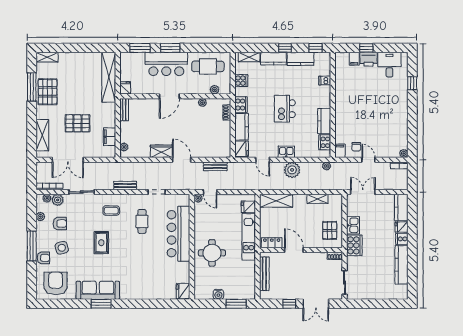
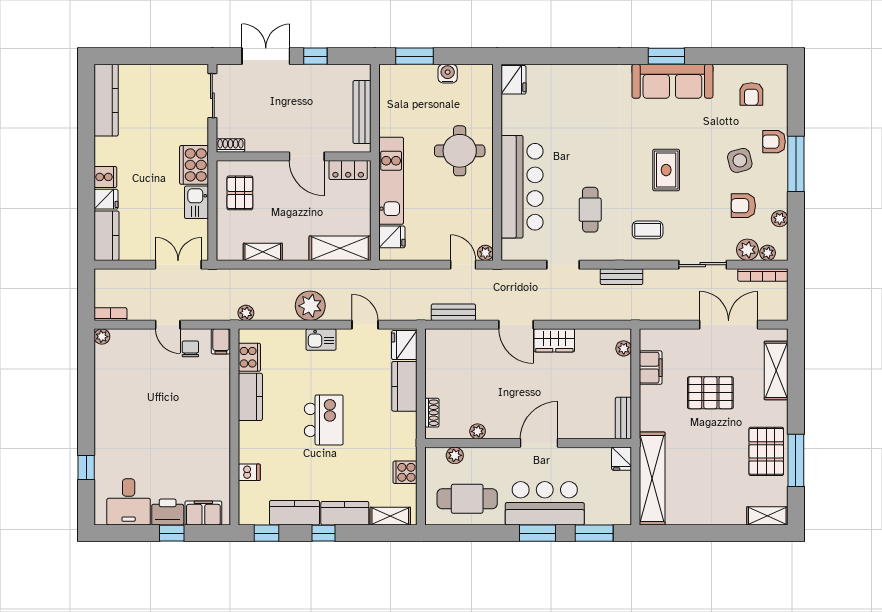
filing cabinet: (354, 59) -> (203, 513), width x2.00
cooker: (241, 105) -> (405, 428), removed
double door: (363, 192) -> (178, 265), swing flipped
kitchen counter: (401, 265) -> (106, 100), moved
armchair: (56, 283) -> (751, 94), width x0.53, depth x0.53

